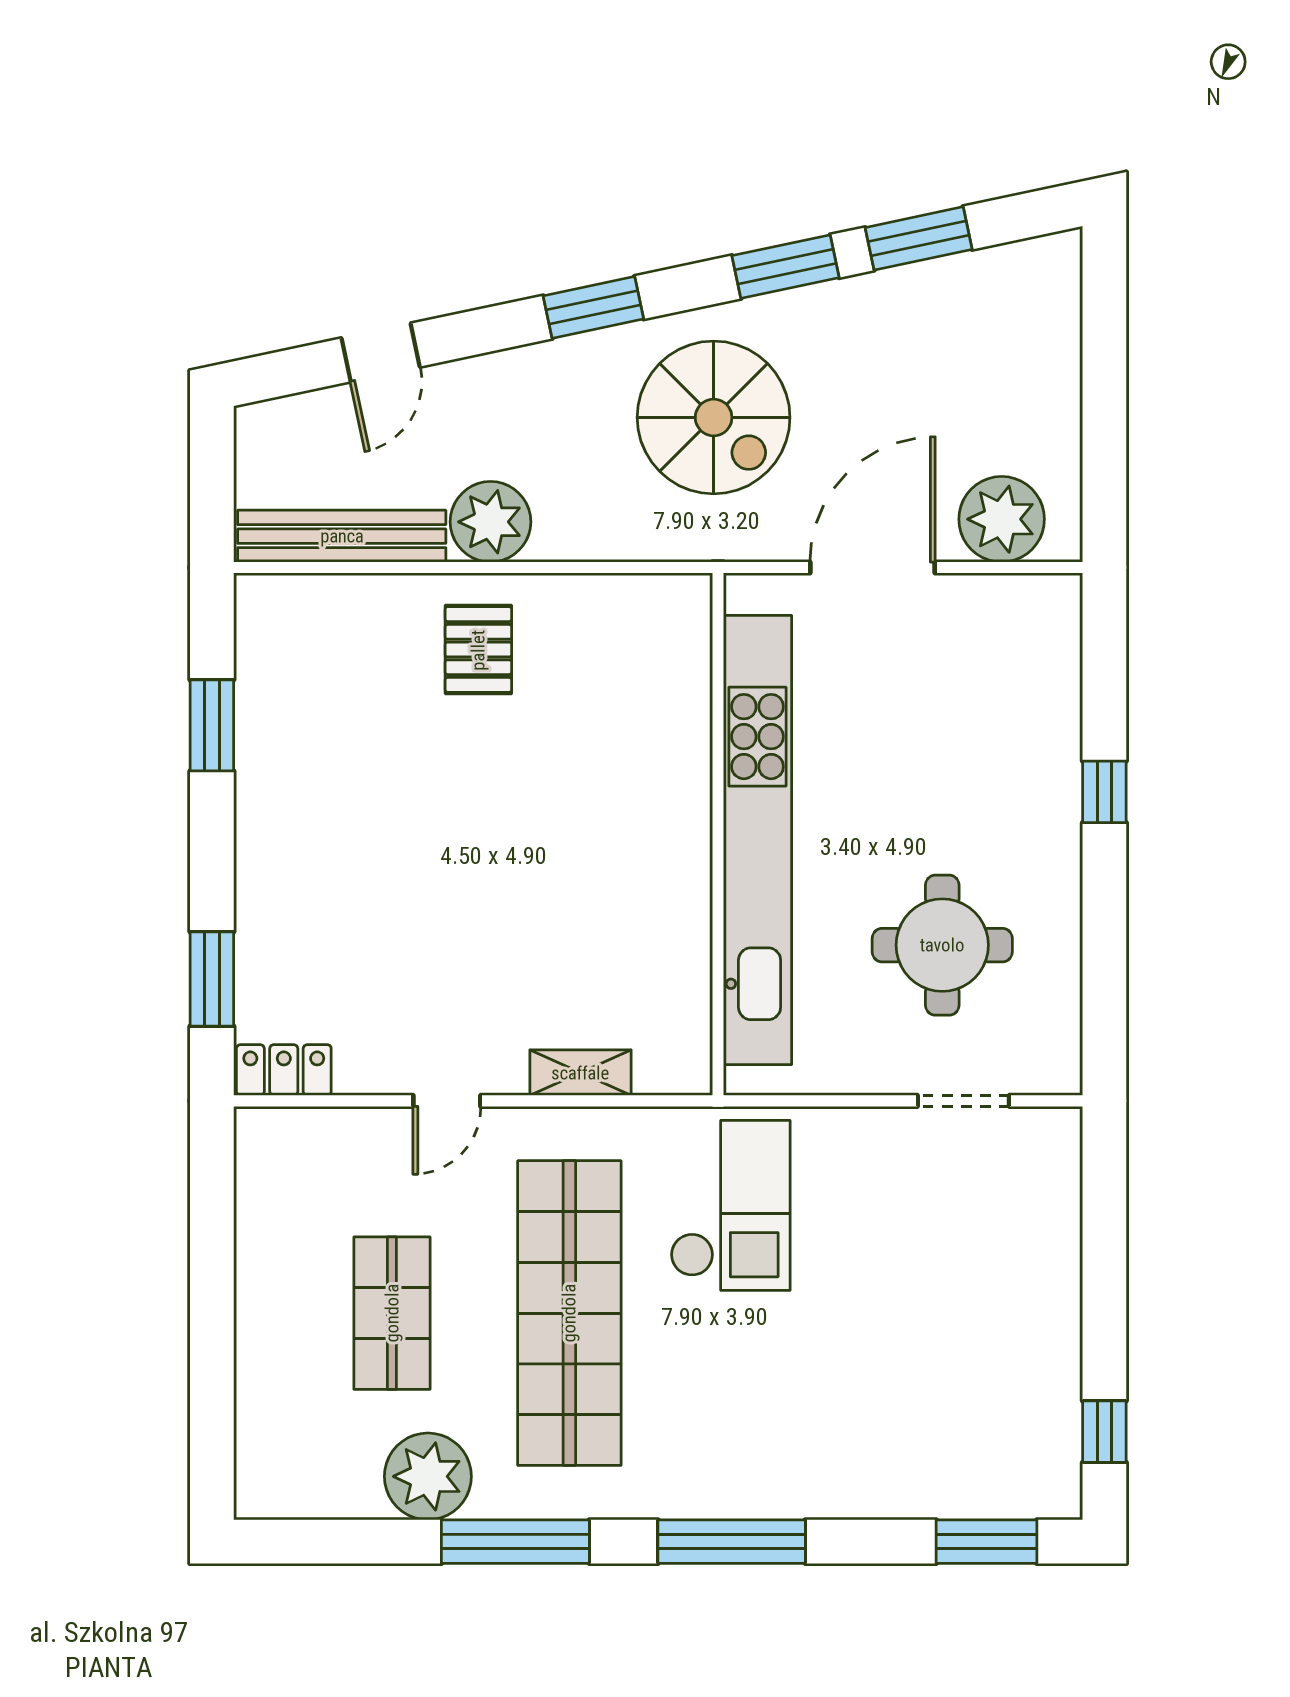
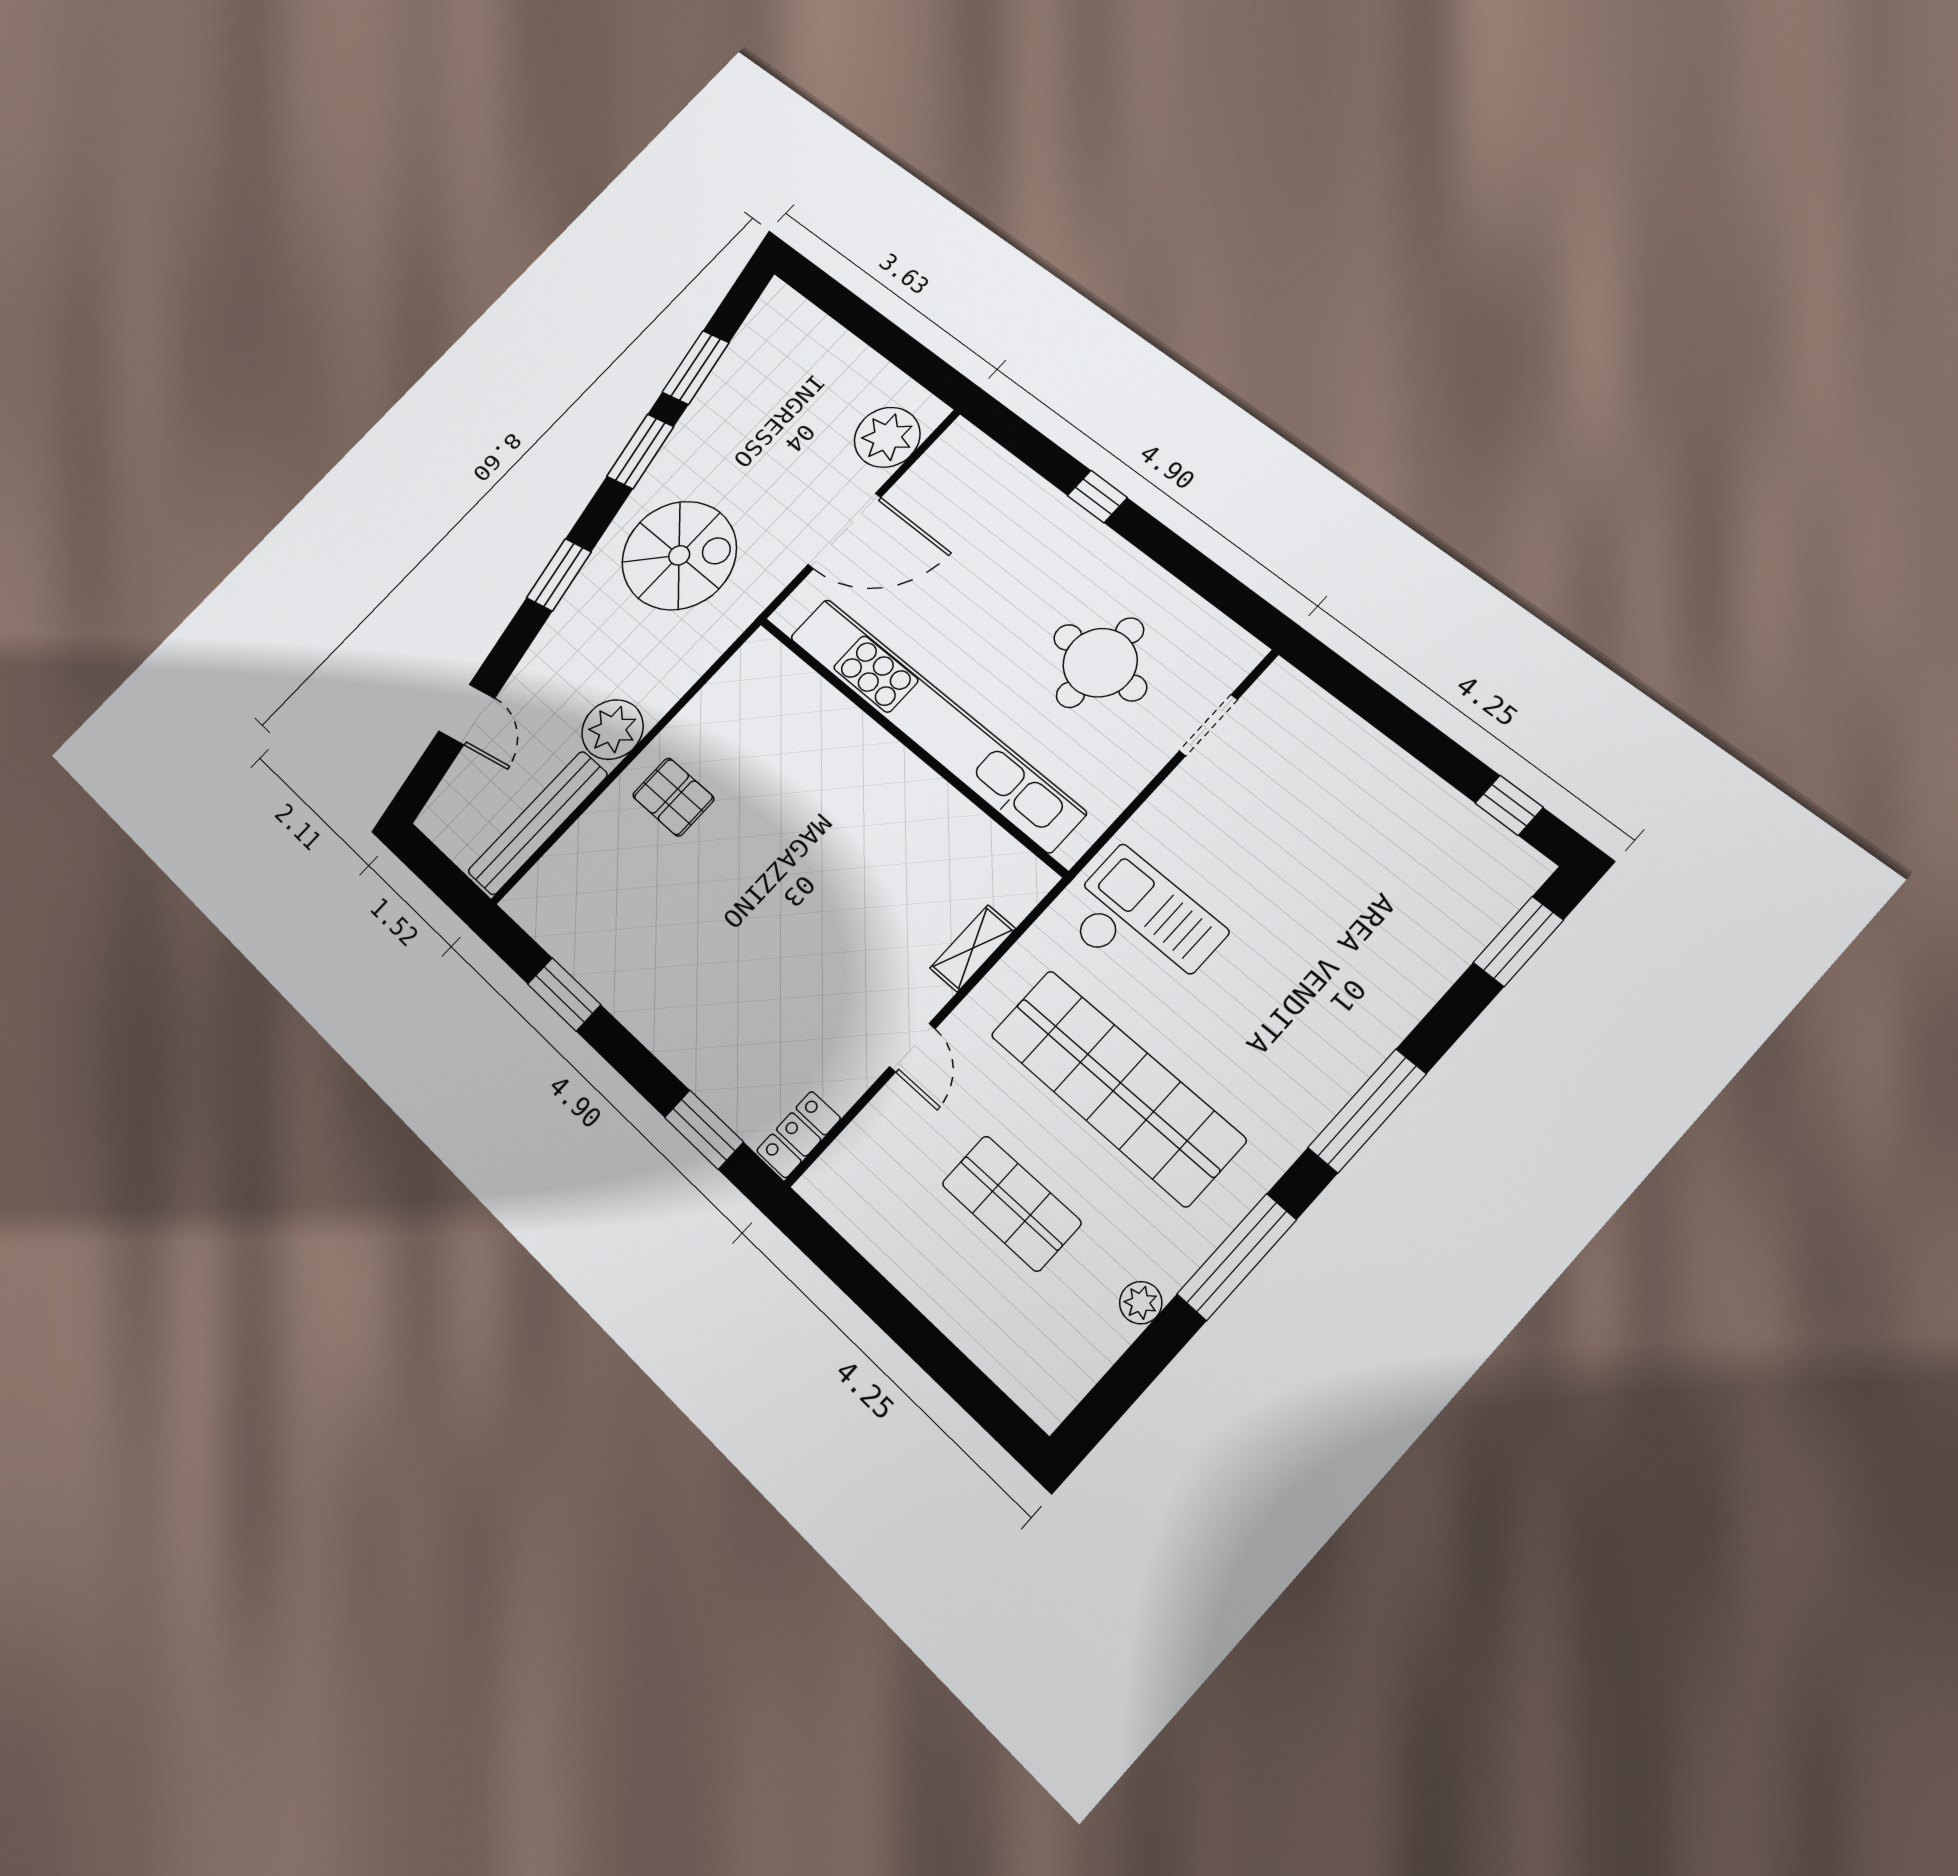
door: (873, 567) -> (844, 531), swing flipped
plant: (428, 1476) -> (1141, 1303), width x0.53, depth x0.53

